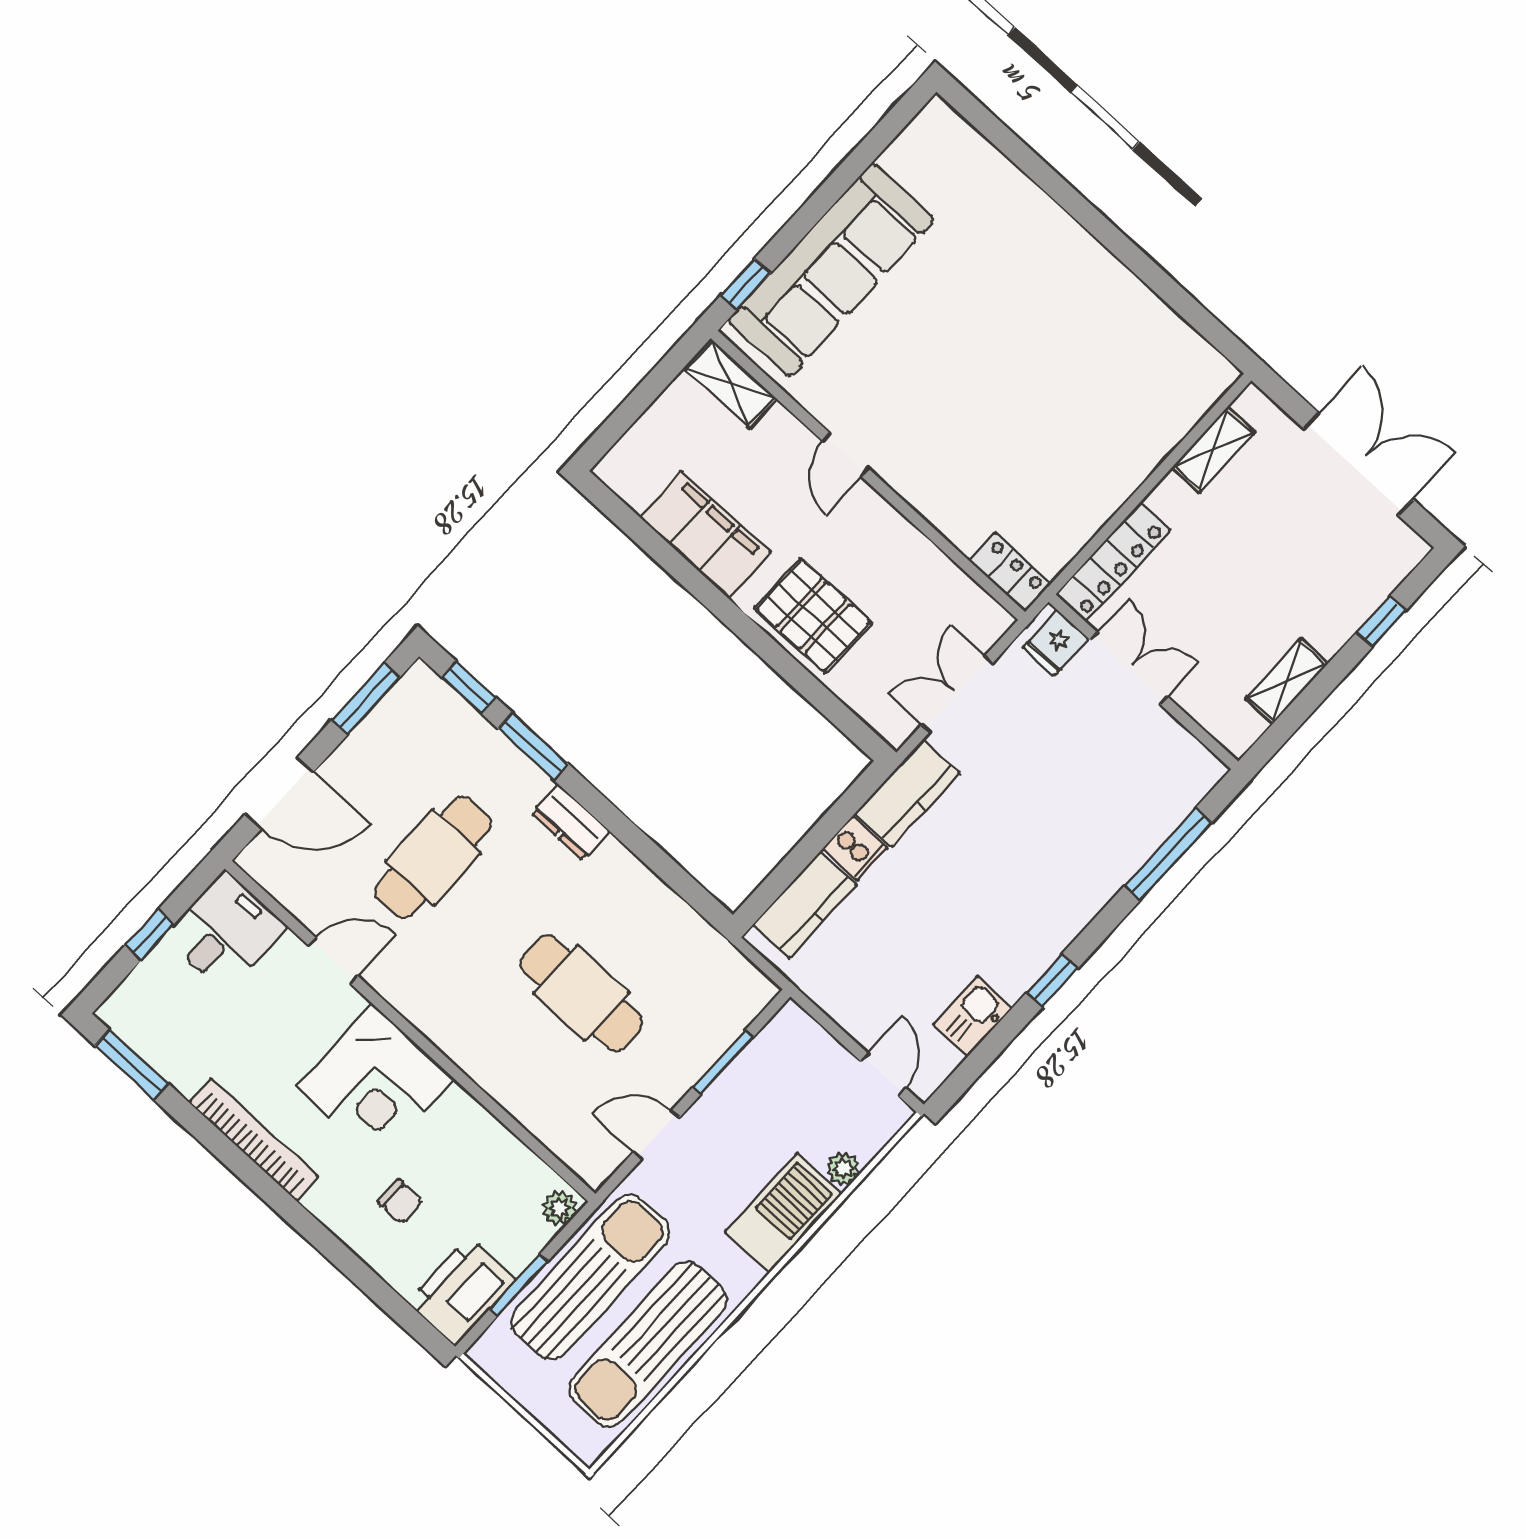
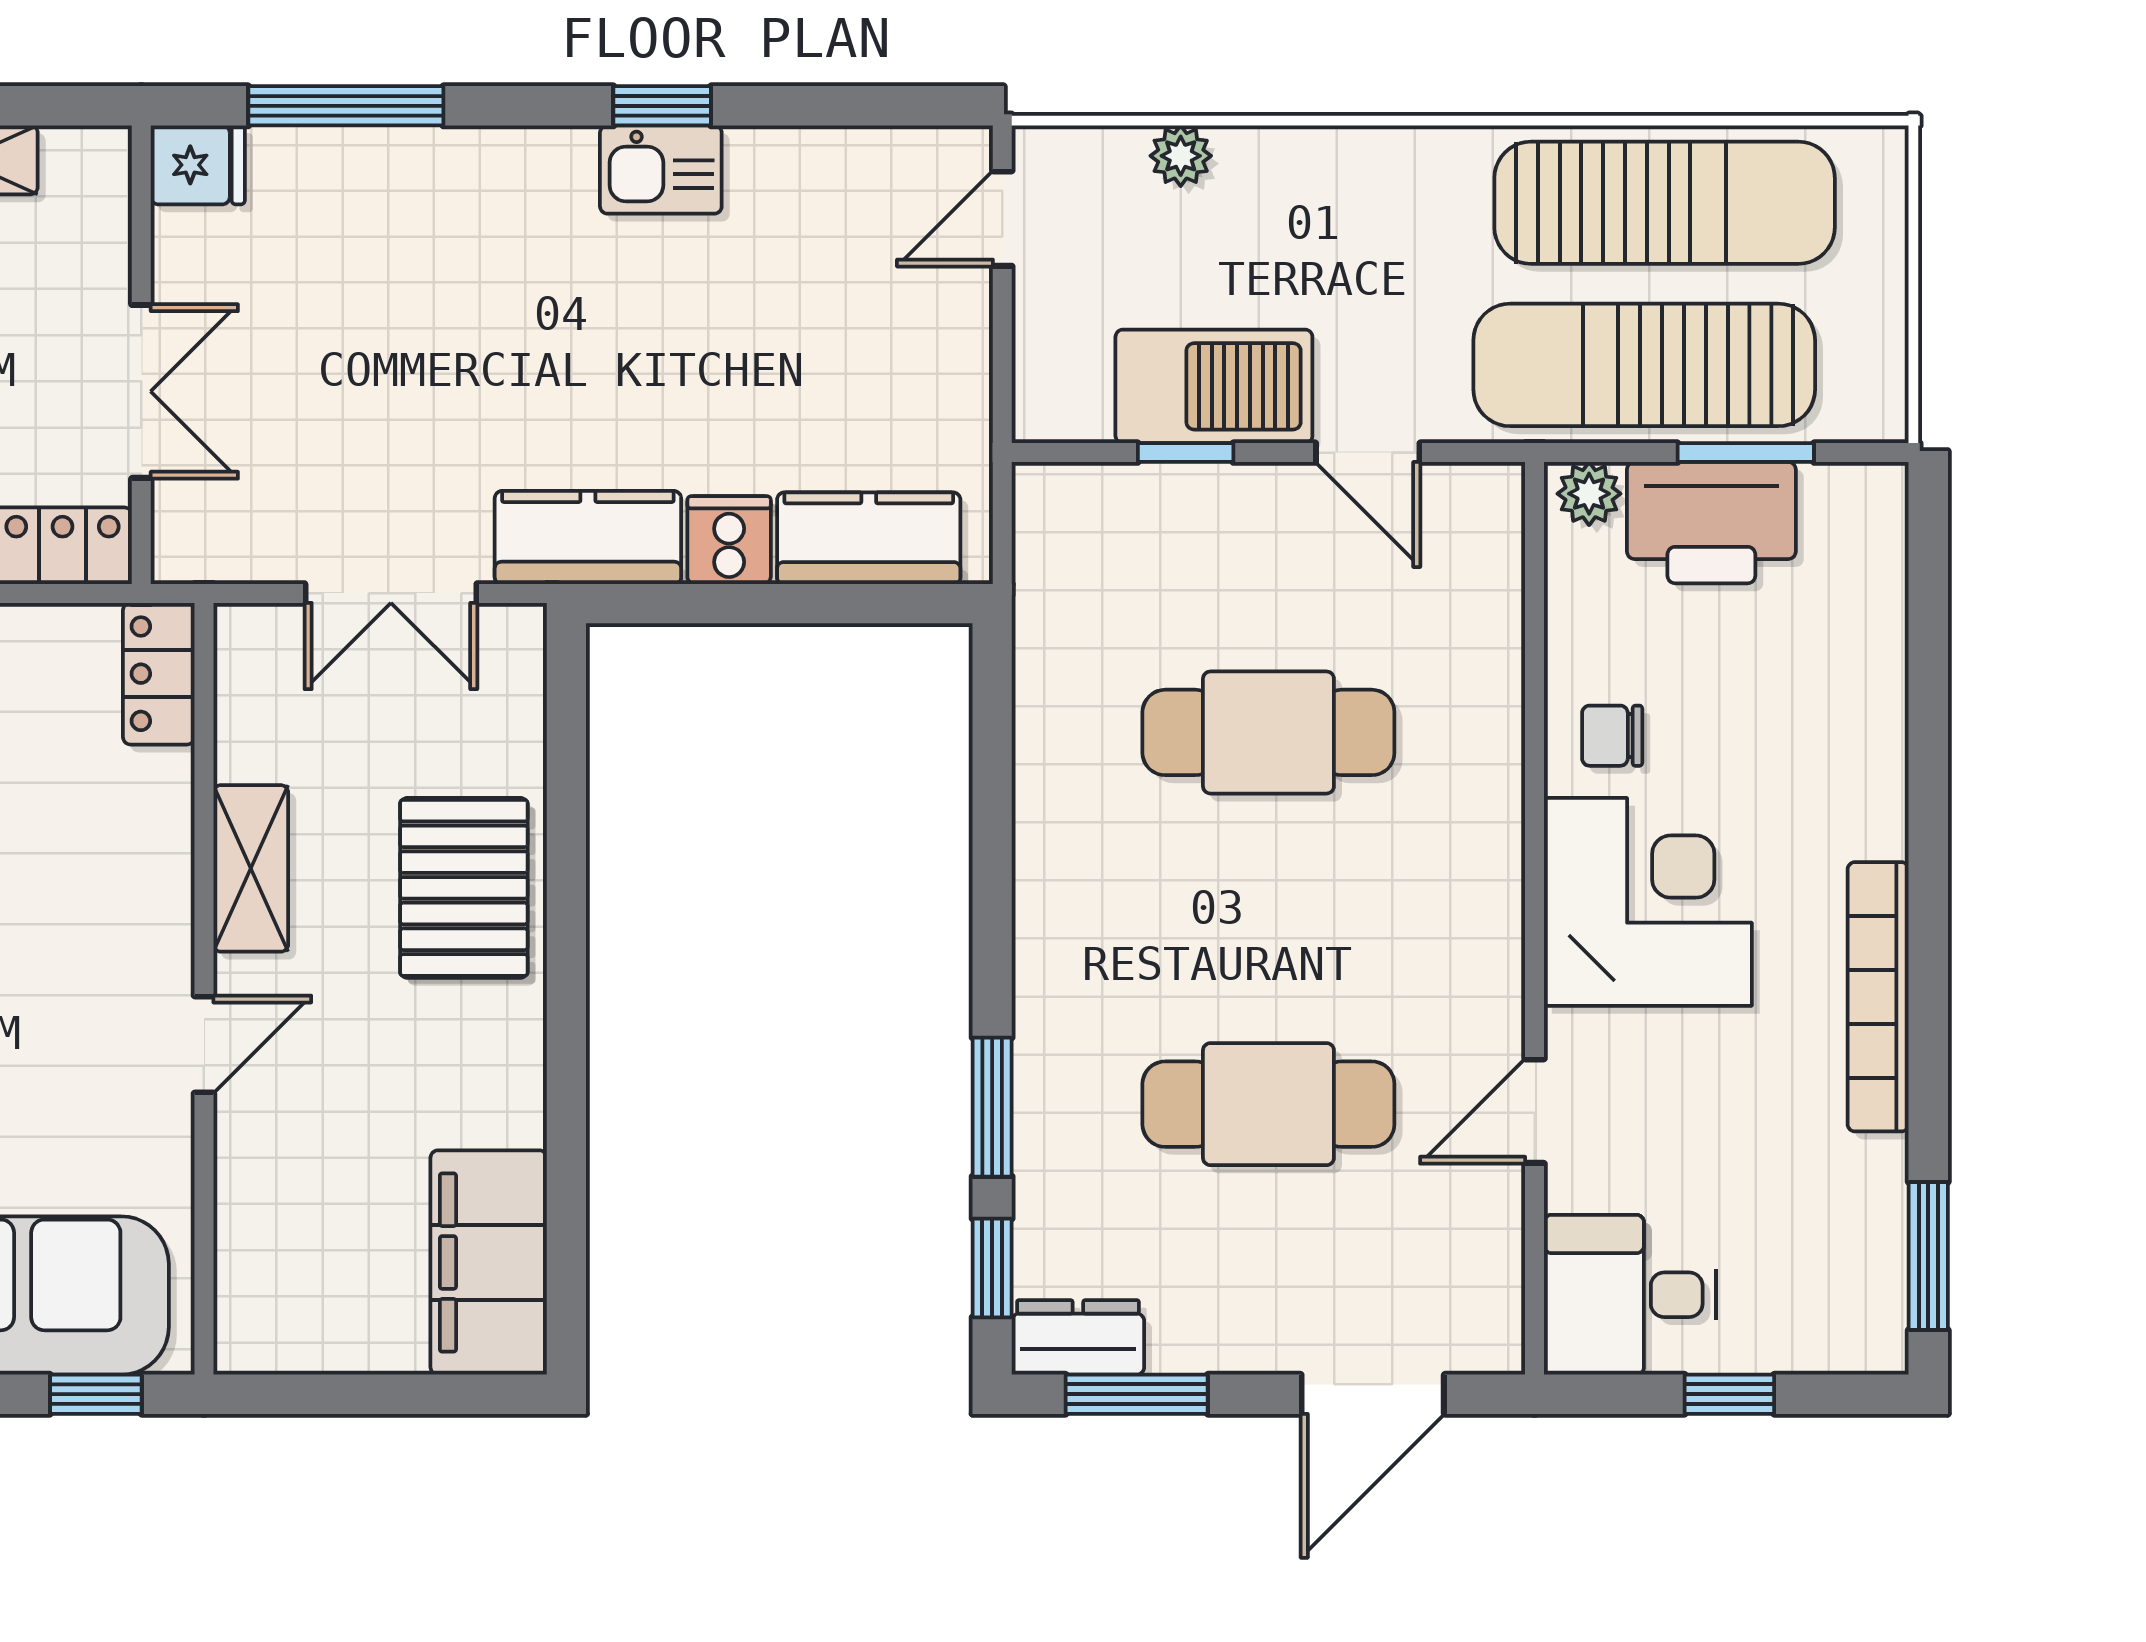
shelving: (730, 383) -> (251, 868), moved
filing cabinet: (705, 535) -> (489, 1262), moved
fridge: (1056, 643) -> (198, 165), moved
double door: (1129, 668) -> (141, 391), swing flipped
door: (280, 793) -> (1373, 1394), swing flipped
dresser: (571, 822) -> (1078, 1337), moved, turned -90
door: (333, 961) -> (1535, 1111), hinge flipped
cafe table: (581, 993) -> (1268, 732), turned 90
kitchen sink: (973, 1016) -> (661, 170), moved
window: (723, 1062) -> (1186, 453), width x0.67
chair: (400, 1202) -> (1612, 736), moved, turned -90
barbecue: (783, 1213) -> (1214, 386), moved, turned 180
printer: (462, 1291) -> (1711, 523), moved

